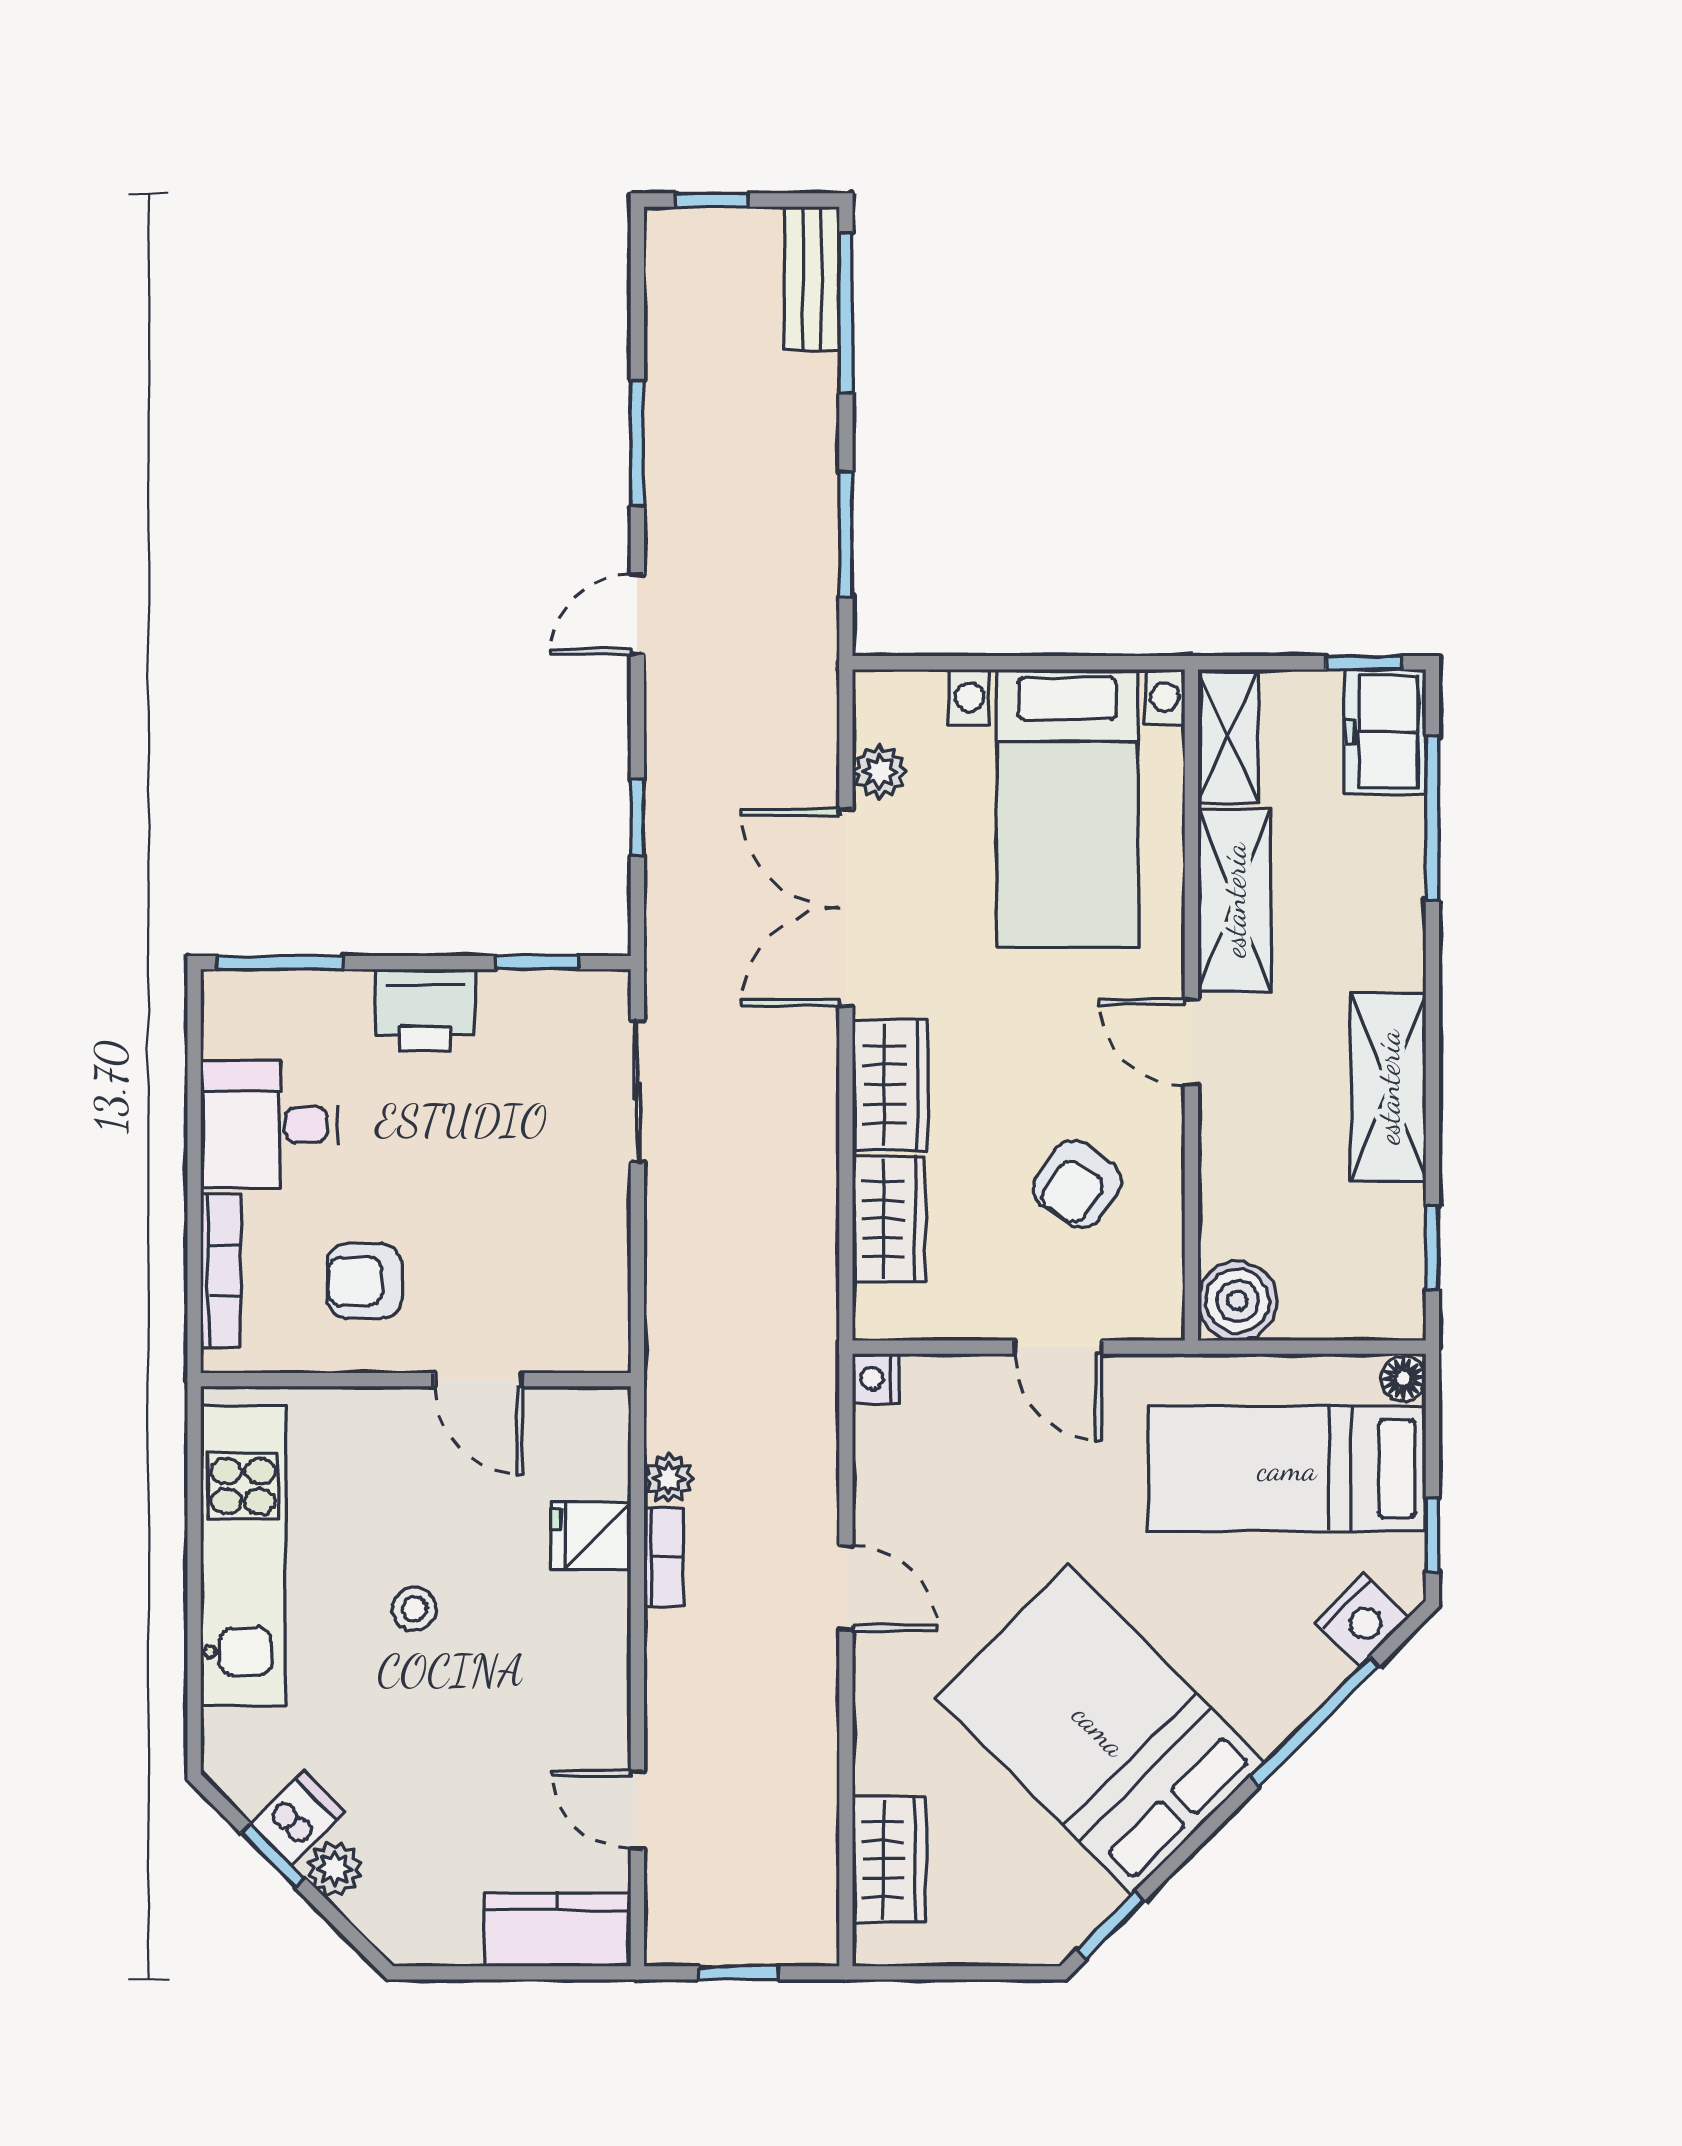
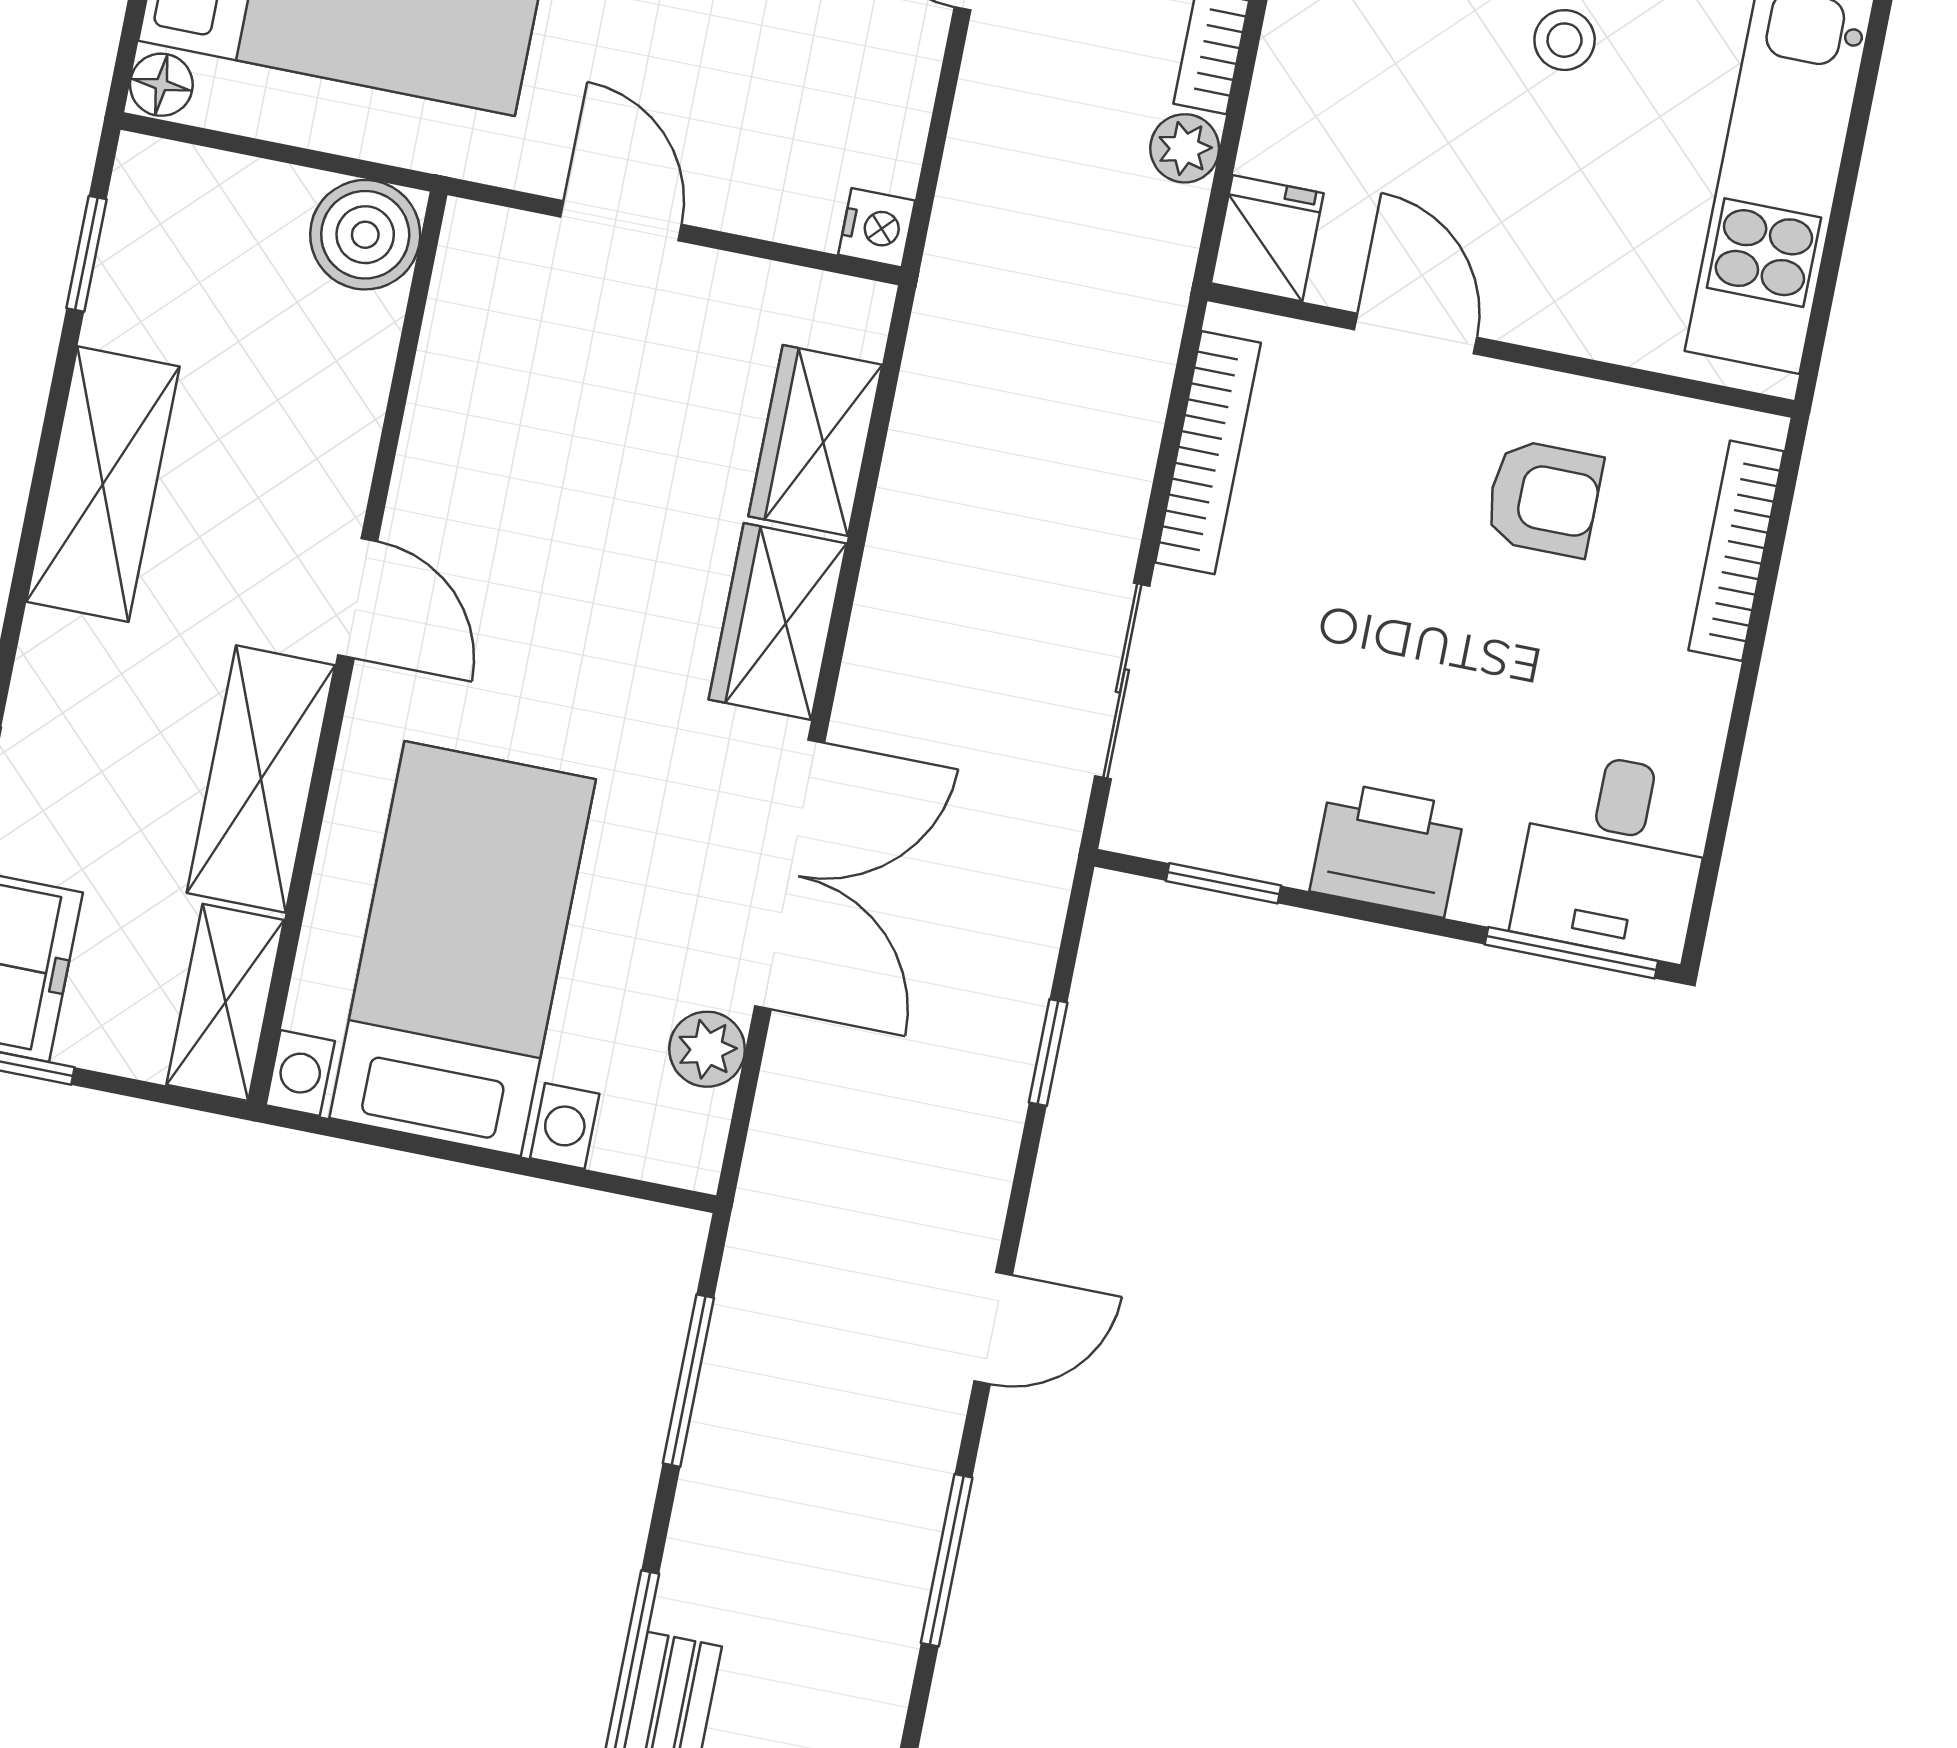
desk: (269, 1125) -> (1614, 855), moved, turned 90
armchair: (1077, 1184) -> (551, 437), removed
bookcase: (609, 1266) -> (1208, 453), added
fridge: (591, 1536) -> (1267, 238), moved, turned -90

